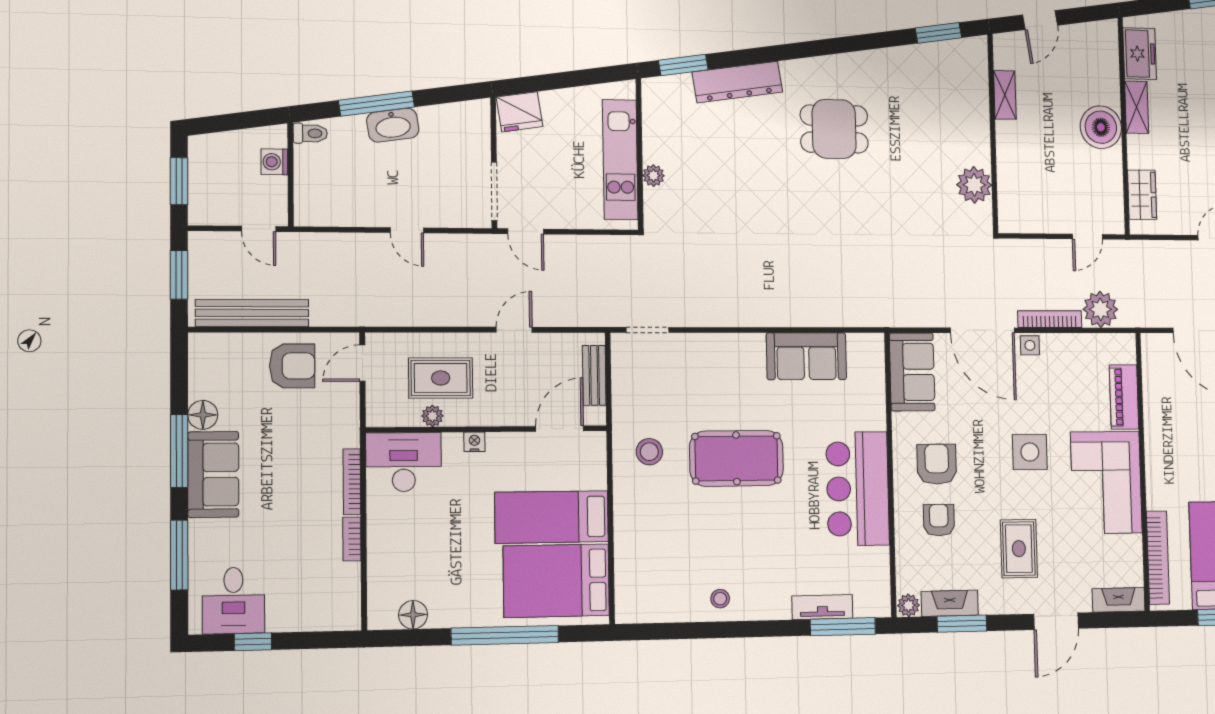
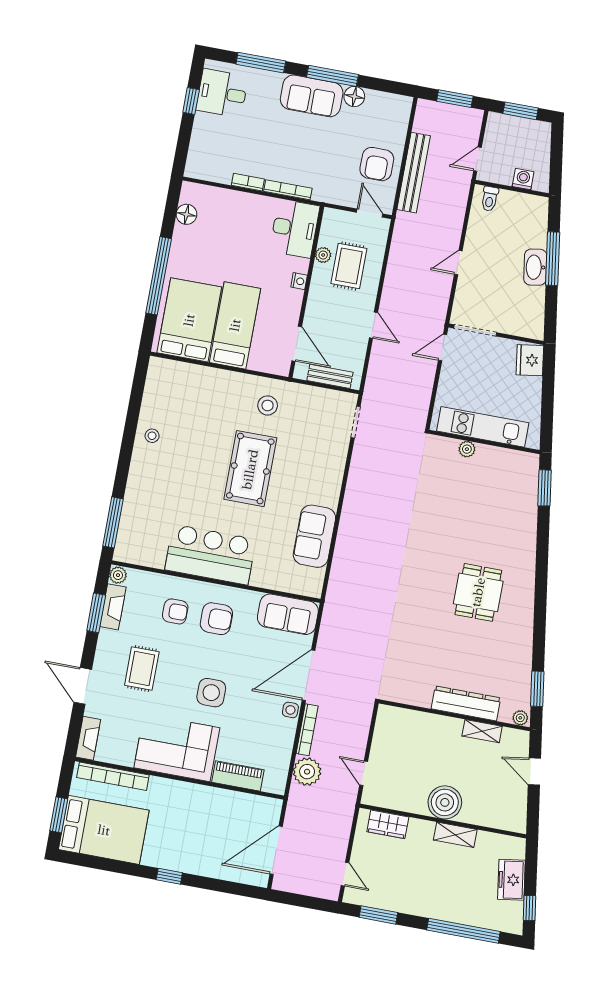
freezer: (1140, 54) -> (511, 880), moved, turned 82
dresser: (737, 82) -> (466, 703), moved, turned 98
toilet: (310, 133) -> (490, 199), moved
plant: (974, 185) -> (520, 718), moved, width x0.53, depth x0.53
bench: (252, 313) -> (414, 173), moved
rug: (1019, 549) -> (142, 669), turned 90
tv unit: (822, 607) -> (130, 510), removed

